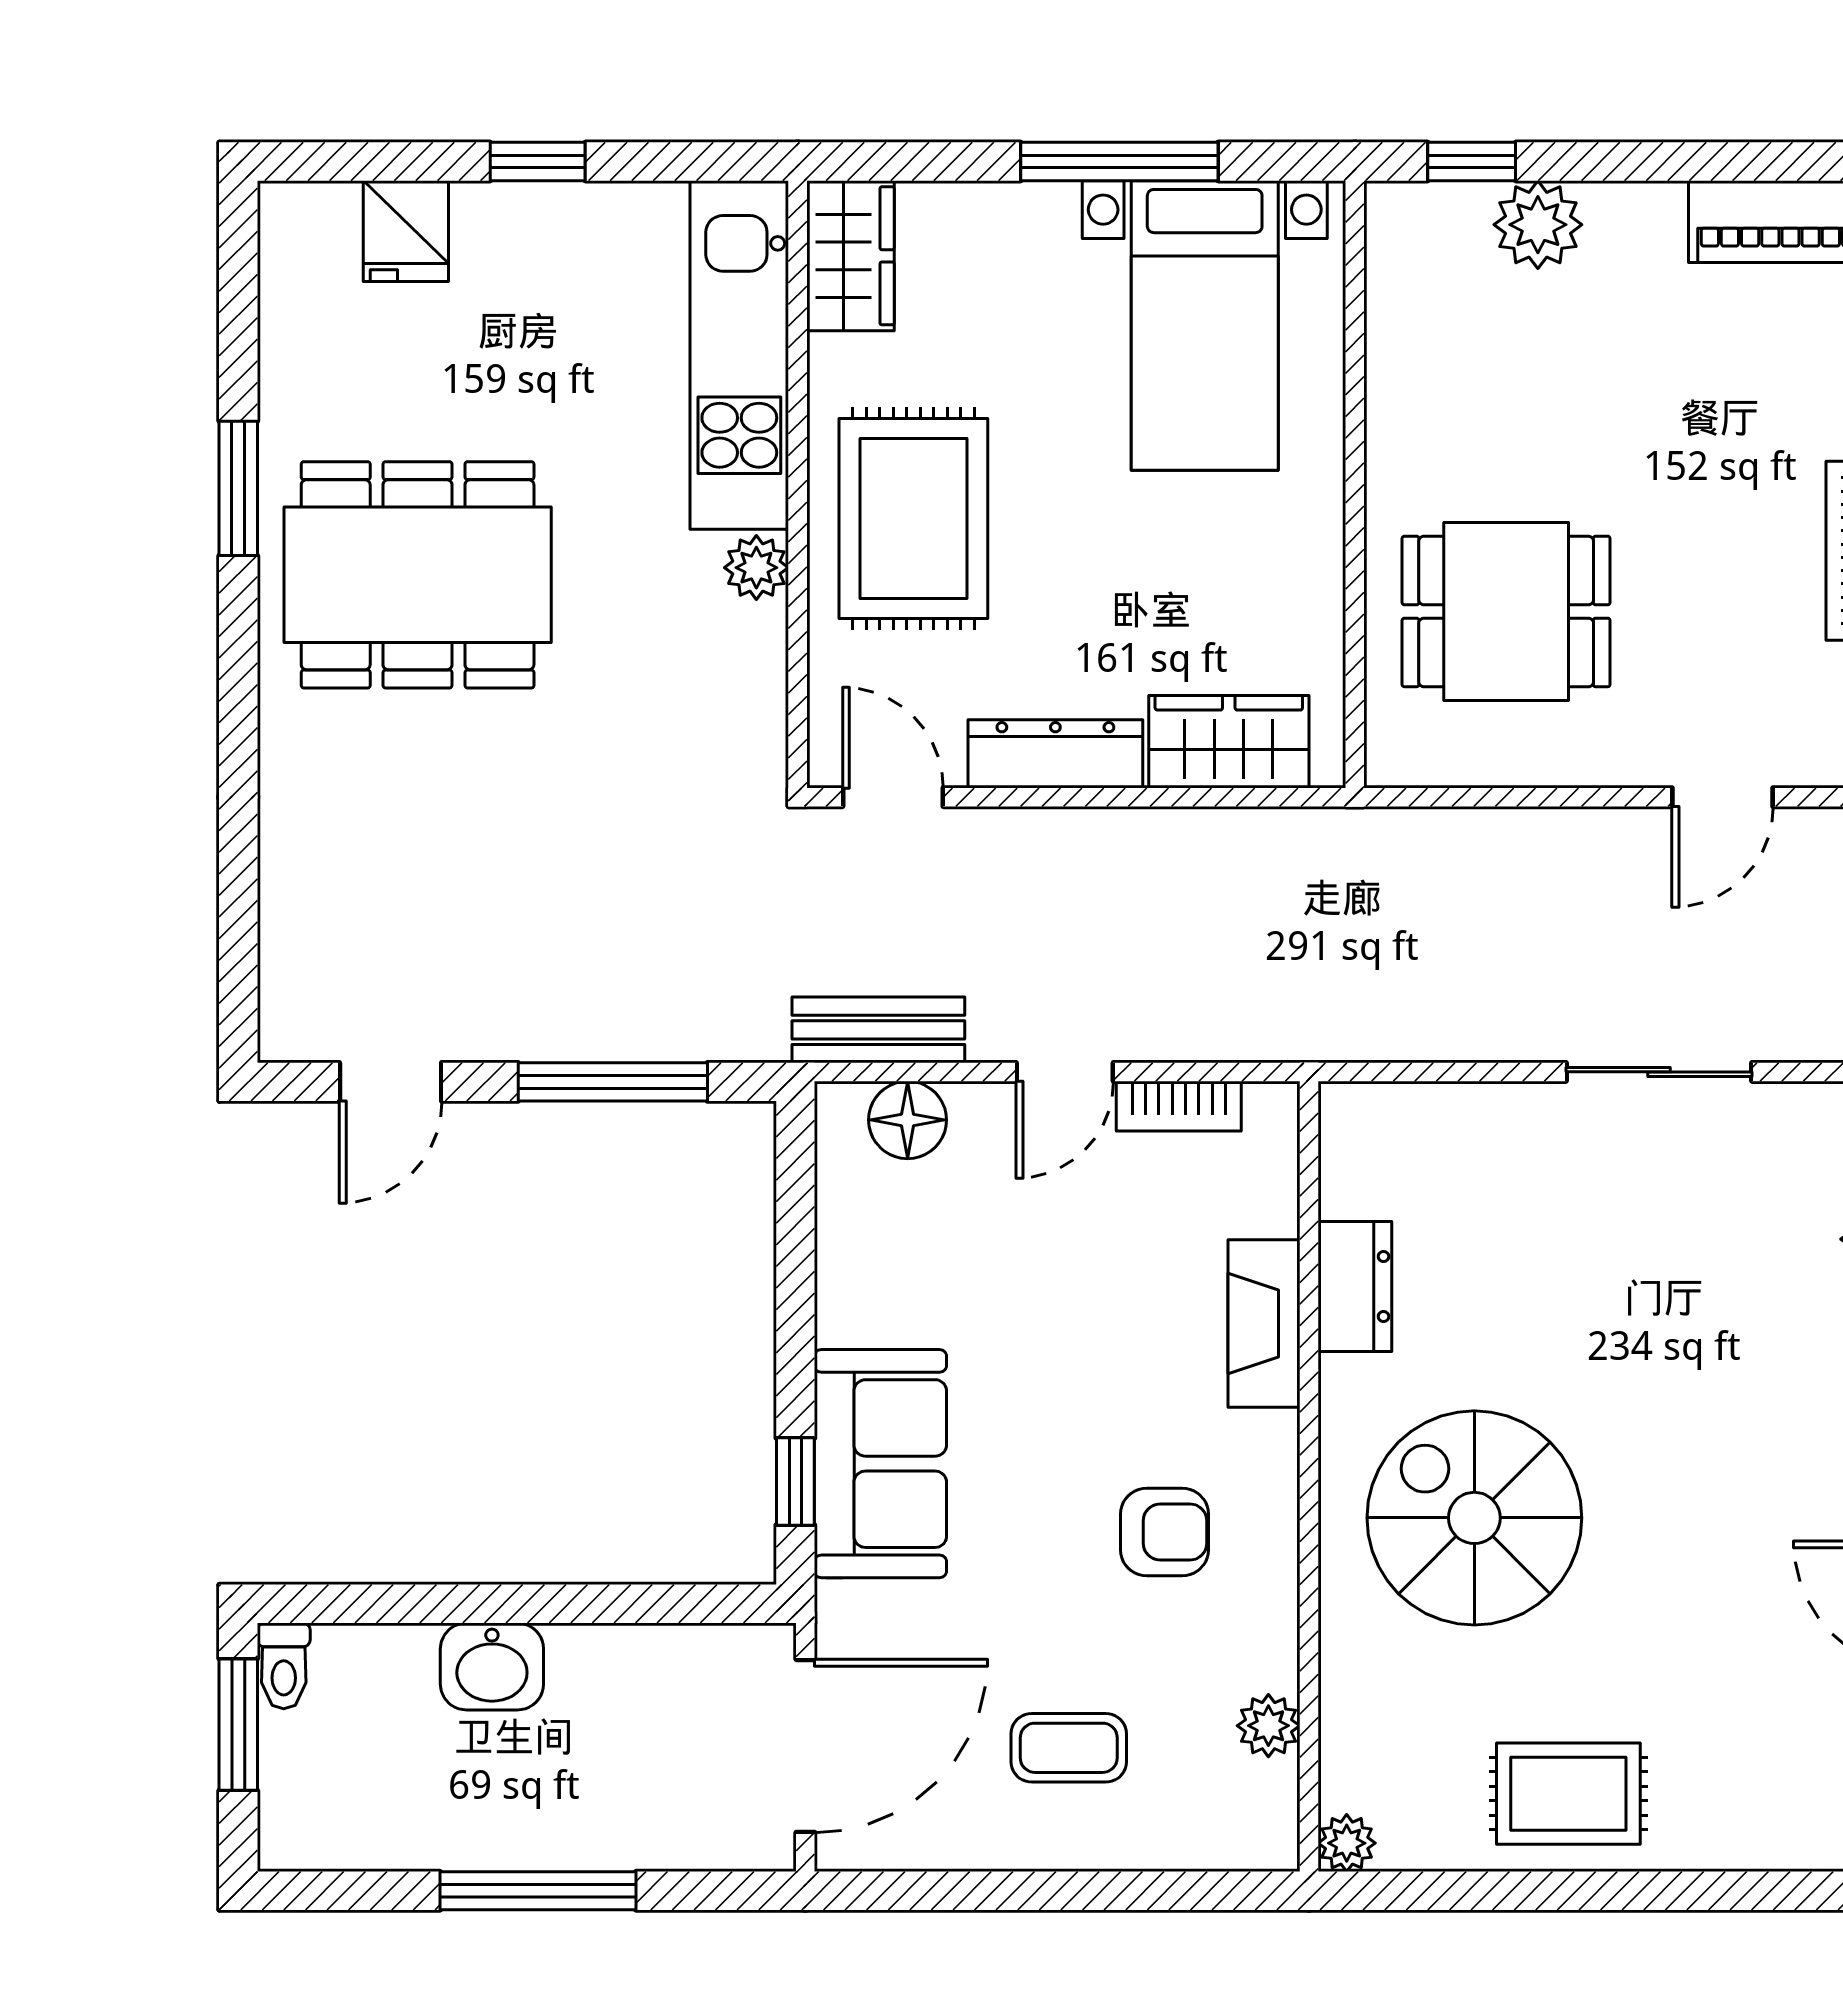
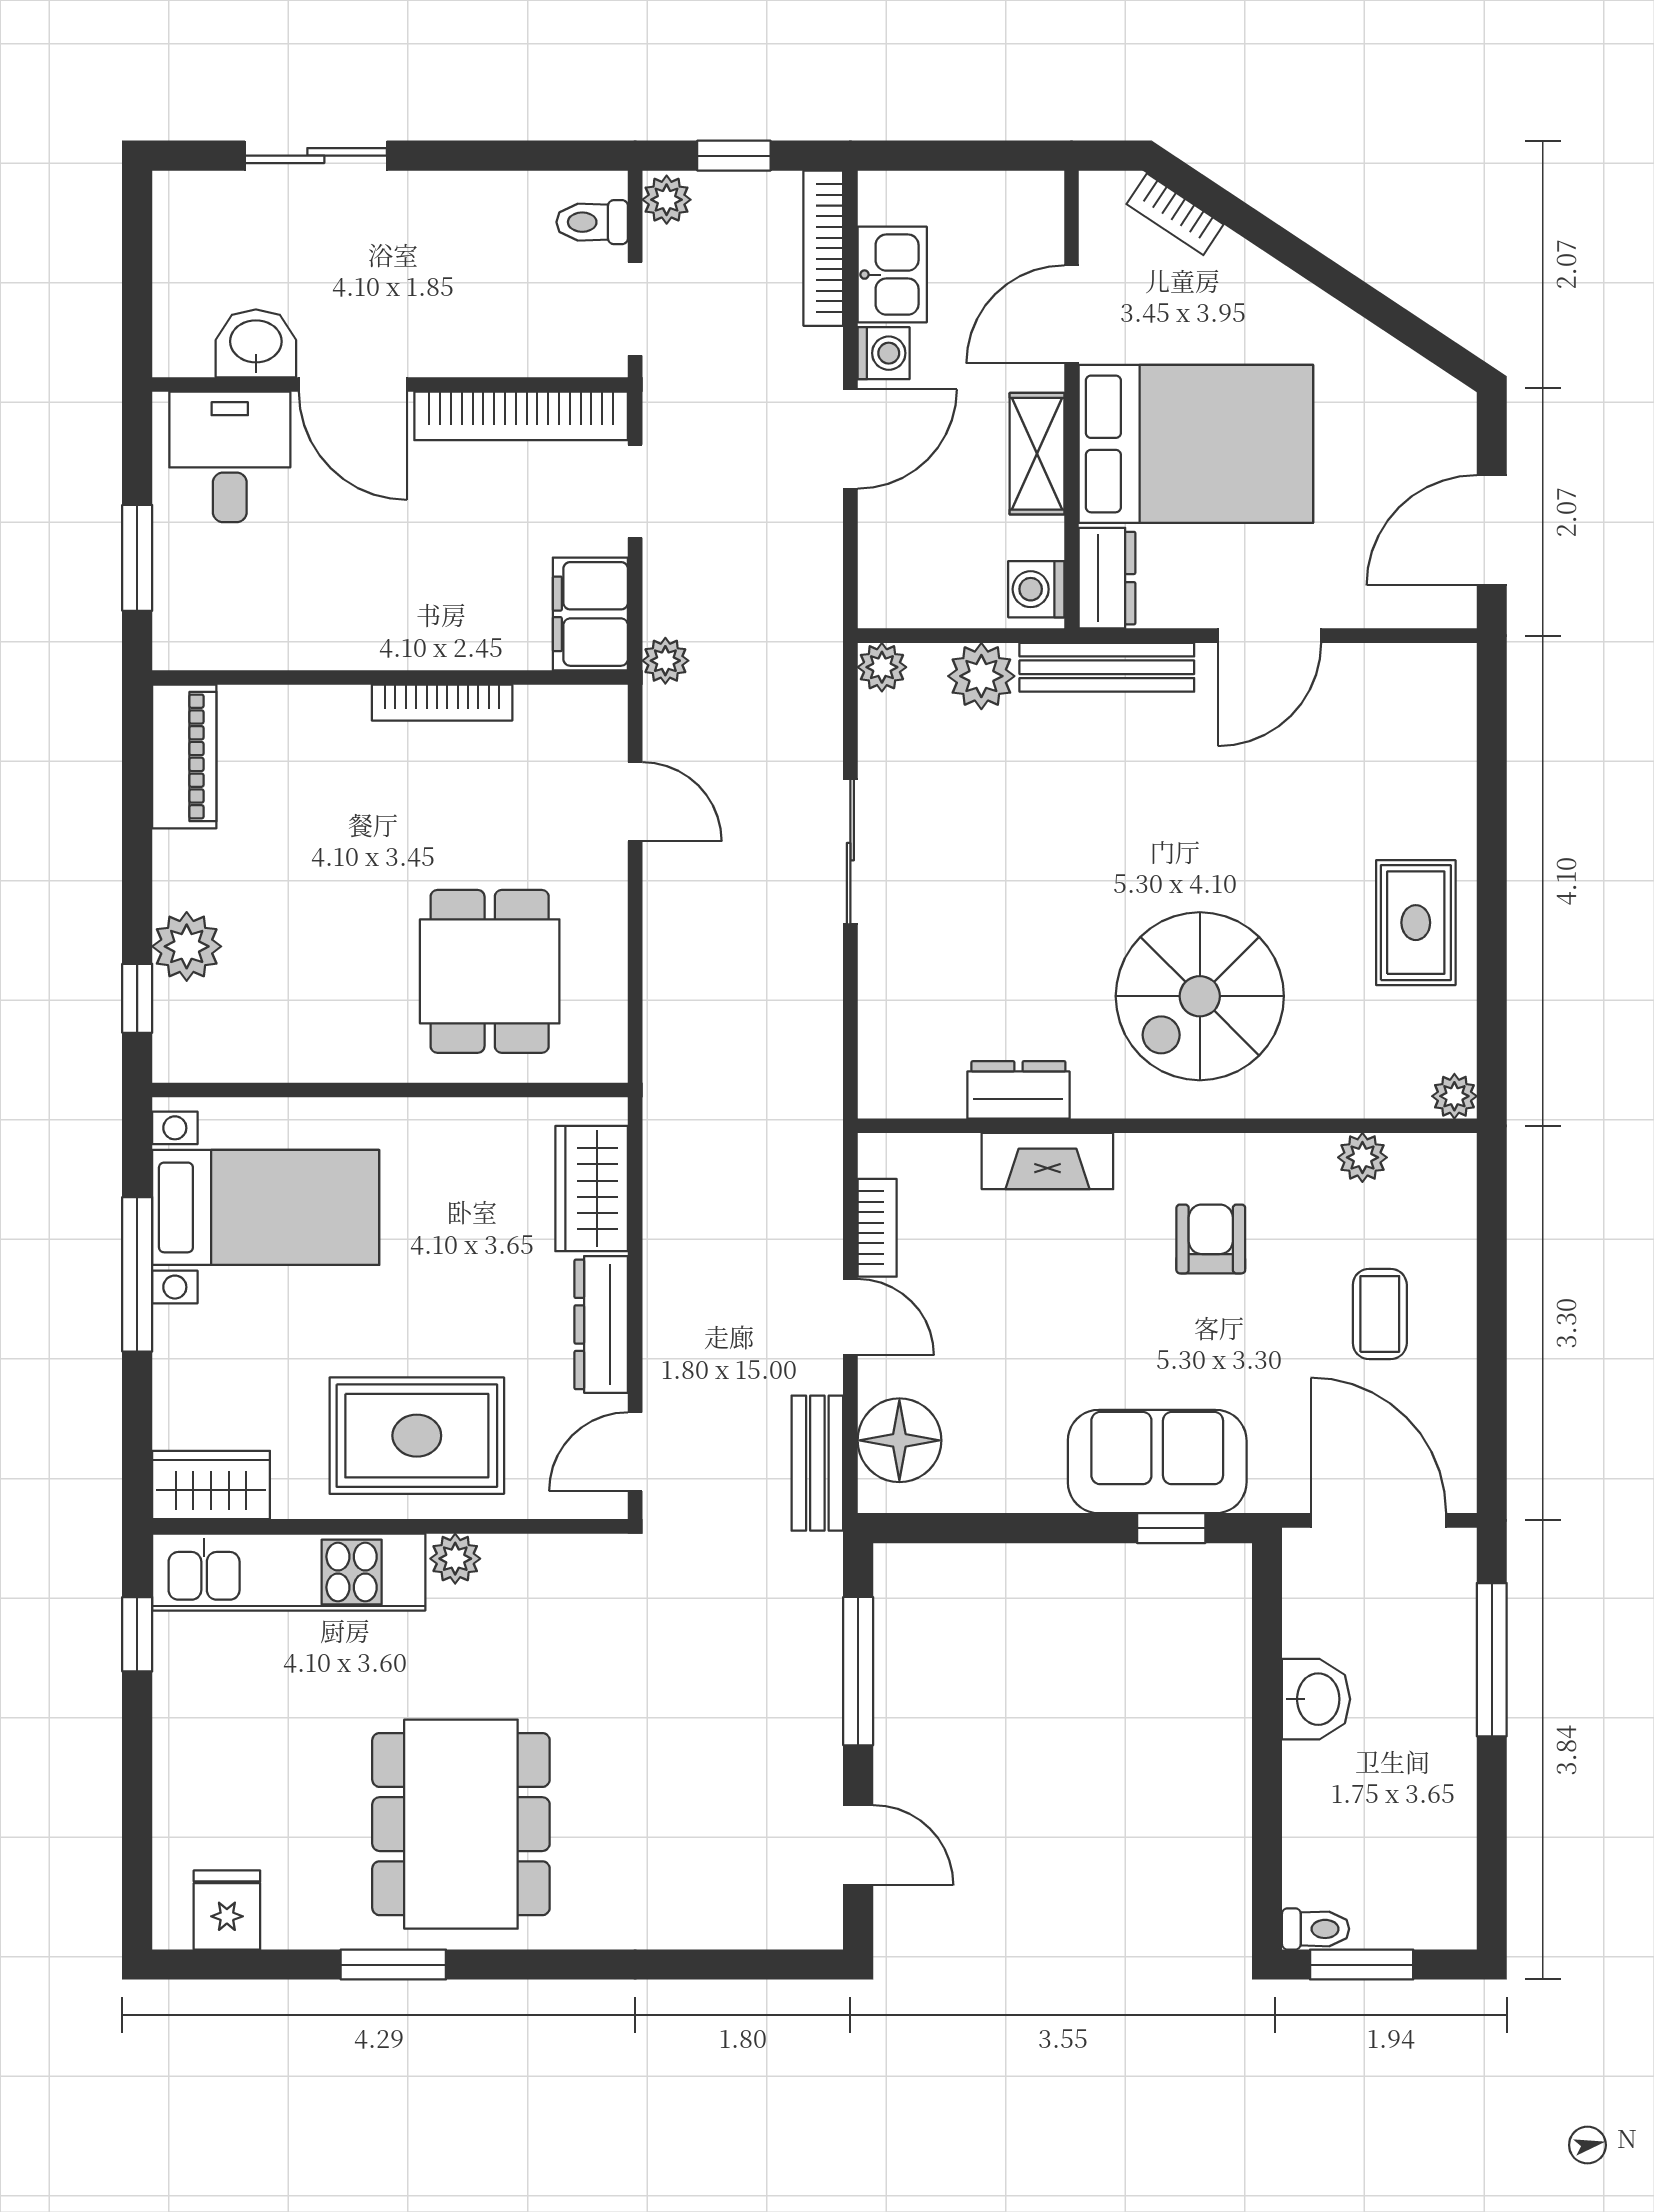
window: (538, 162) -> (137, 1634), moved
fridge: (406, 231) -> (227, 1910), moved, turned -90
floor lamp: (908, 1120) -> (899, 1440), width x1.38, depth x1.38
washbasin: (492, 1666) -> (1316, 1699), moved
window: (538, 1891) -> (1492, 1660), moved

